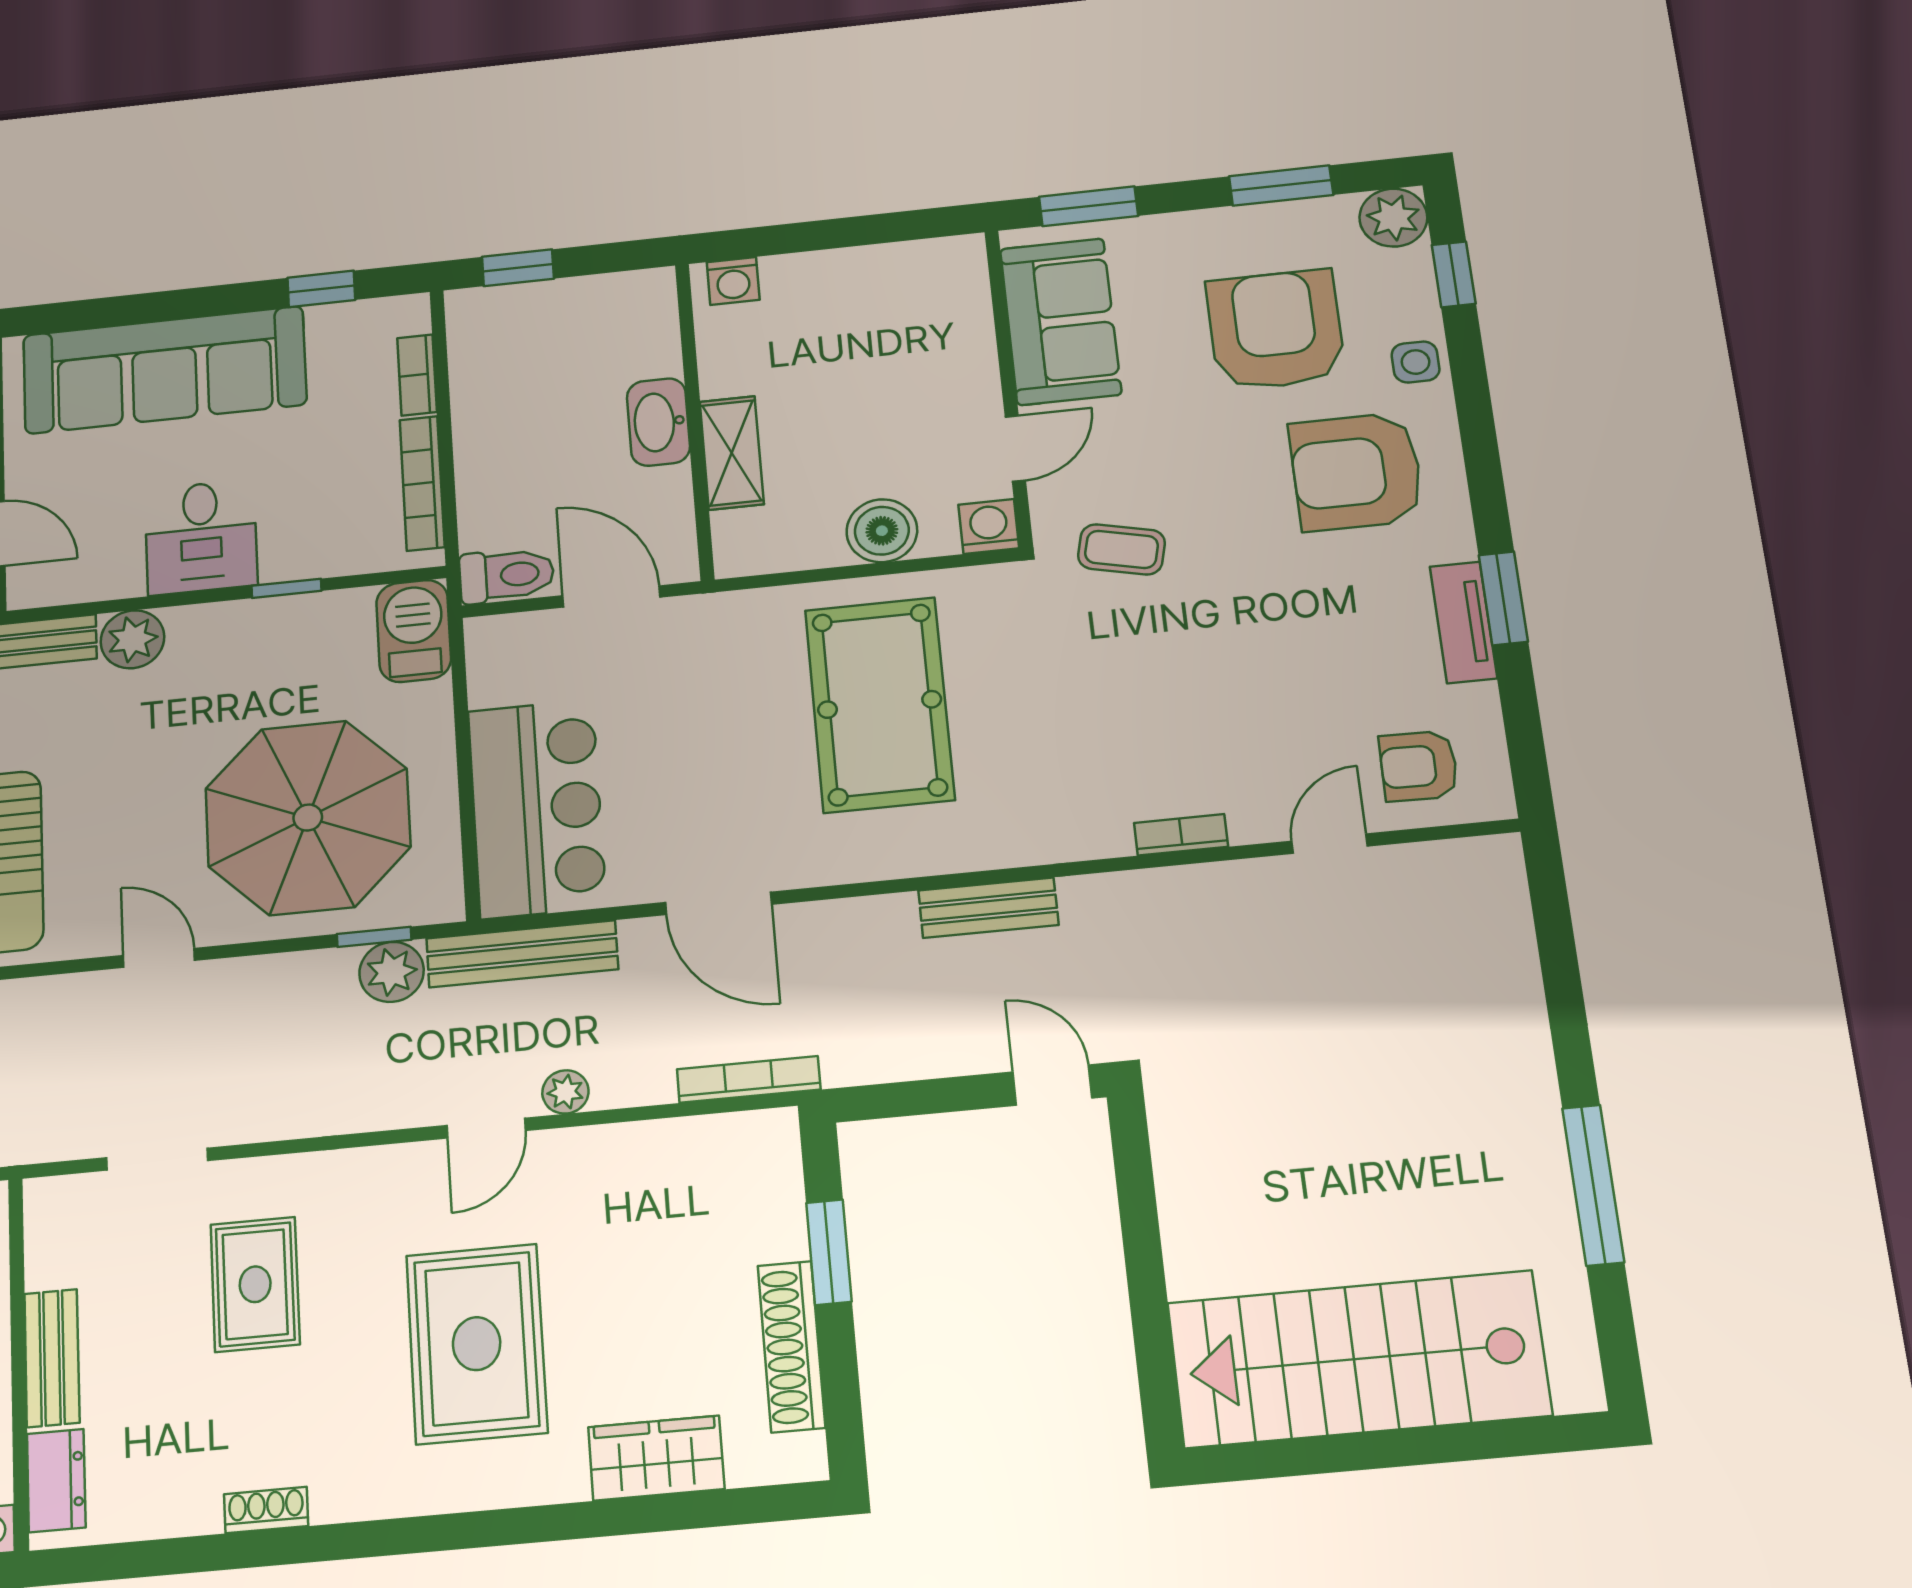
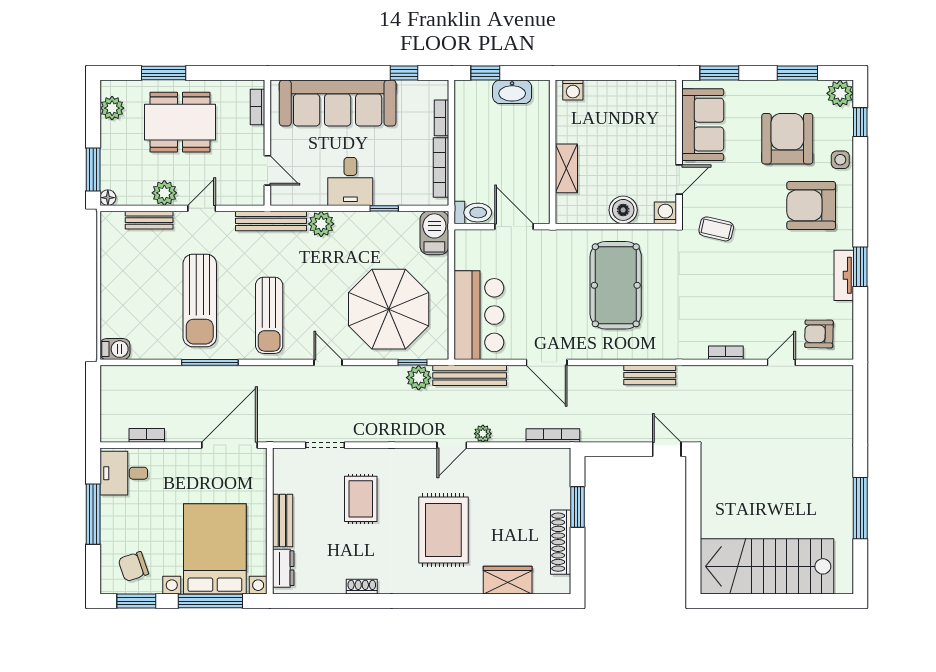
washbasin: (658, 422) -> (512, 92), moved, turned -90

